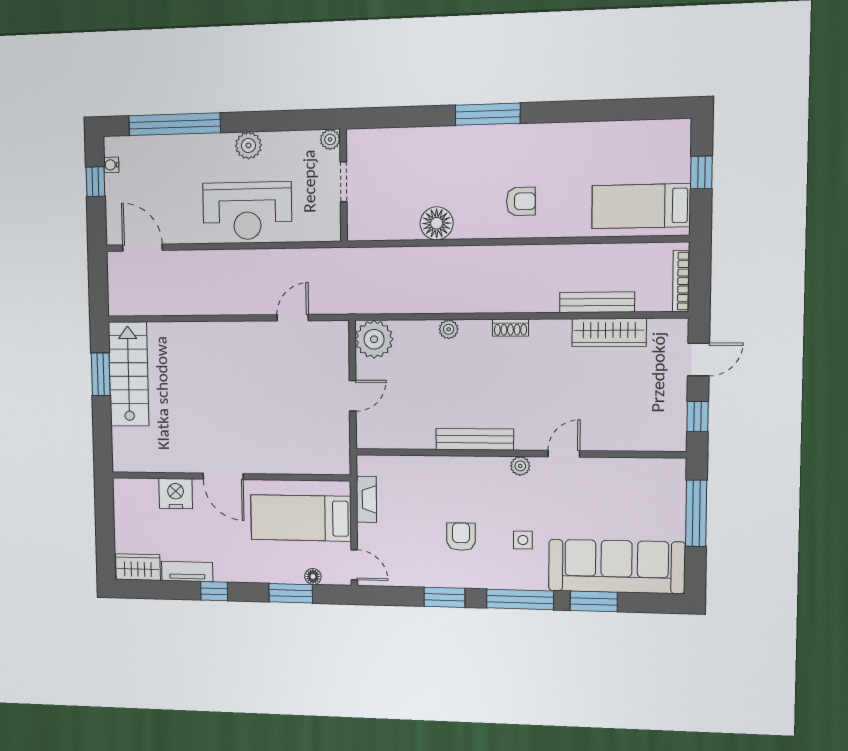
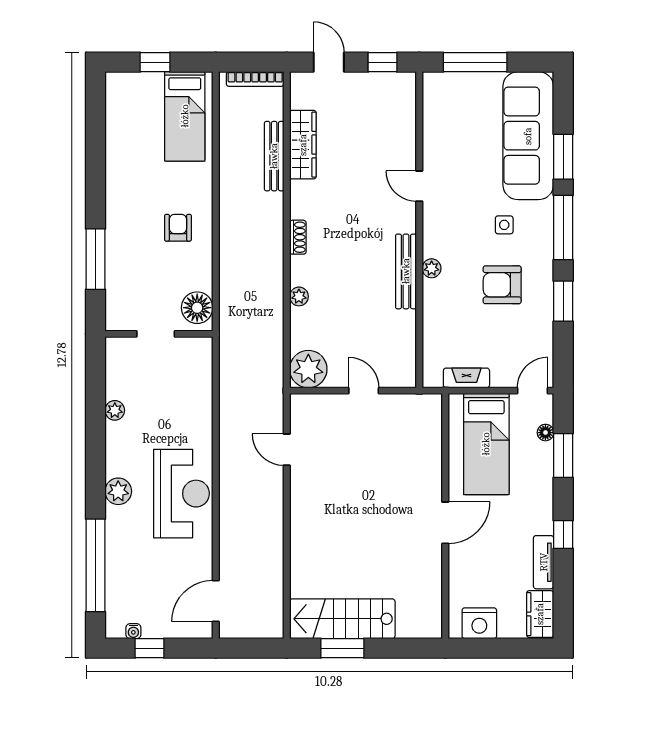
doorway: (343, 182) -> (156, 334), moved
wall: (344, 185) -> (159, 334), moved
plant: (520, 466) -> (432, 268), moved
nightstand: (176, 494) -> (479, 623), moved, turned -90
armchair: (461, 537) -> (502, 285), width x1.38, depth x1.38

